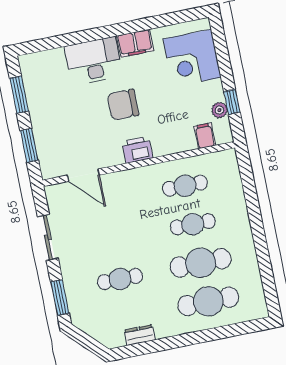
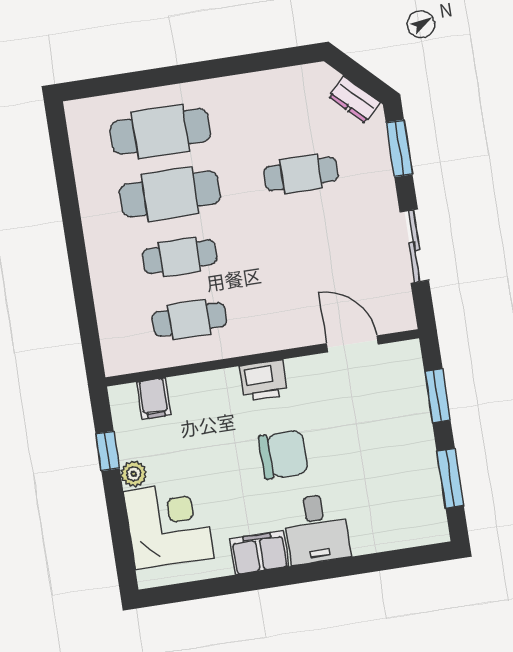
desk: (94, 61) -> (316, 529), width x0.73
plant: (219, 110) -> (134, 474), moved
dresser: (140, 335) -> (354, 100), moved, turned 45

